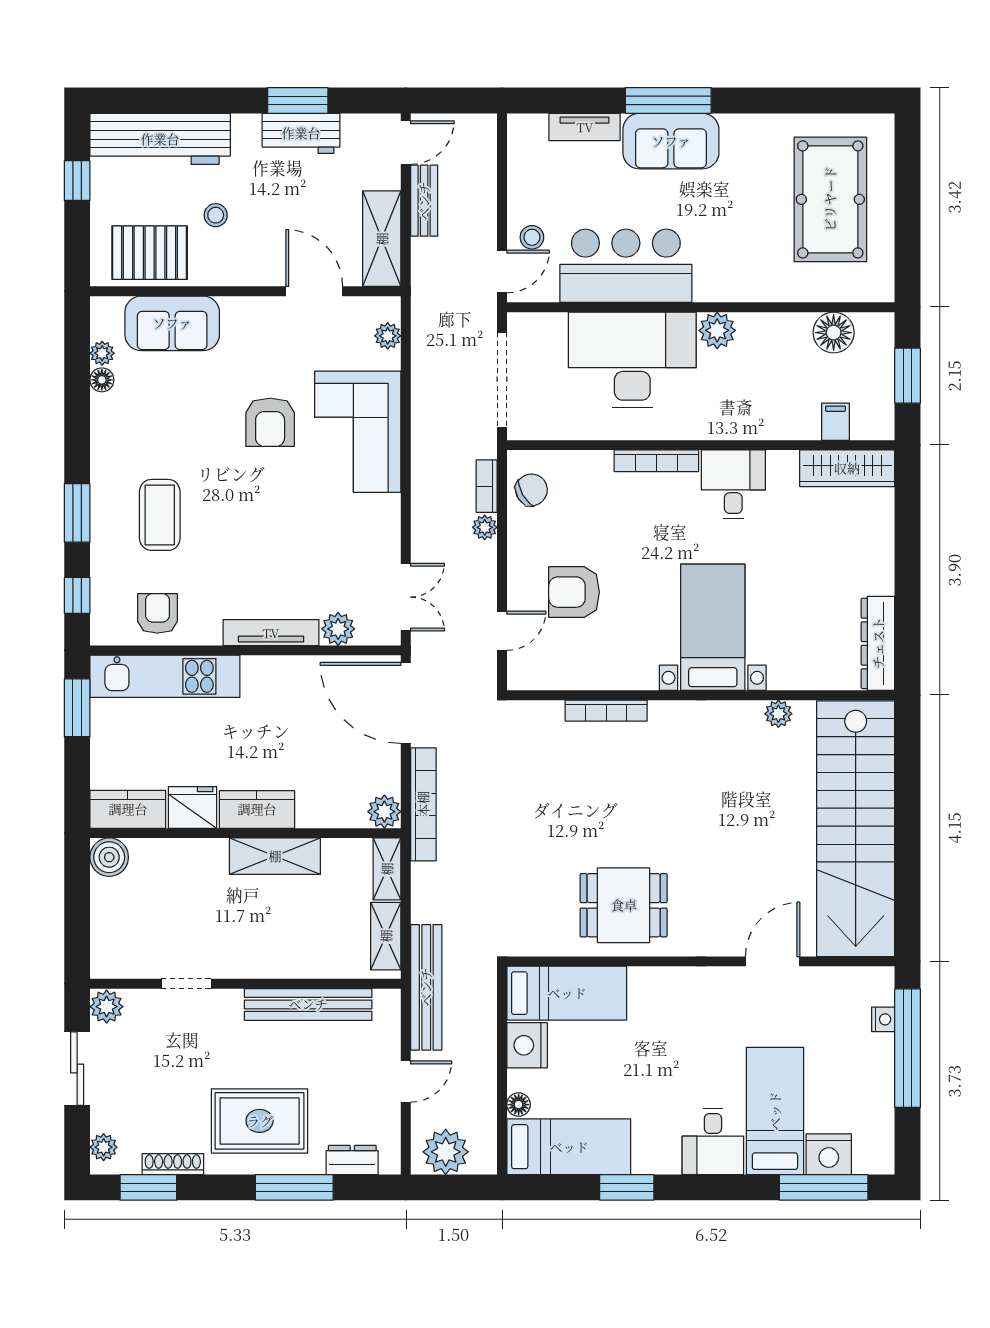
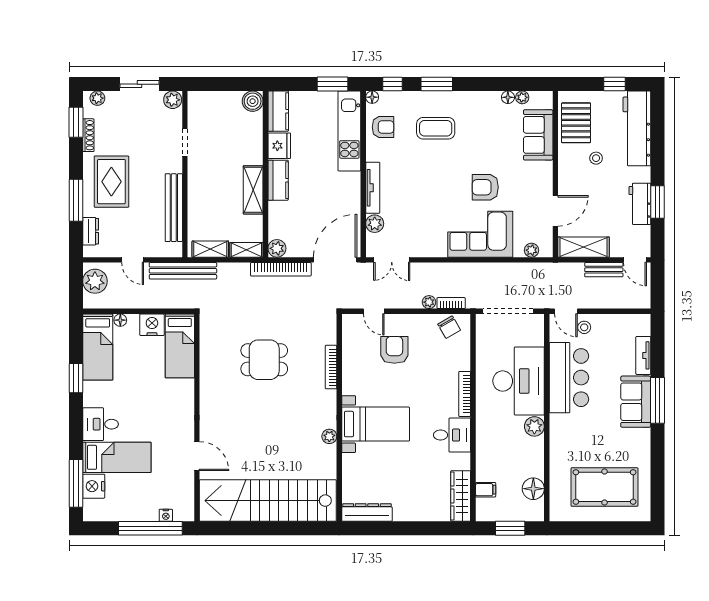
floor lamp: (102, 634) -> (372, 97), added
plant: (778, 714) -> (329, 436), moved
dining table: (624, 905) -> (264, 360), moved, turned 90

